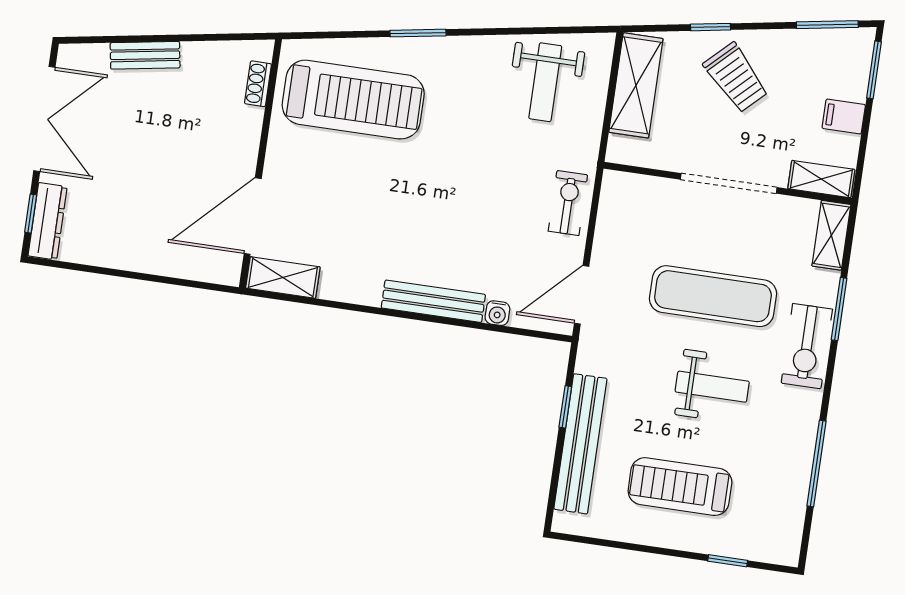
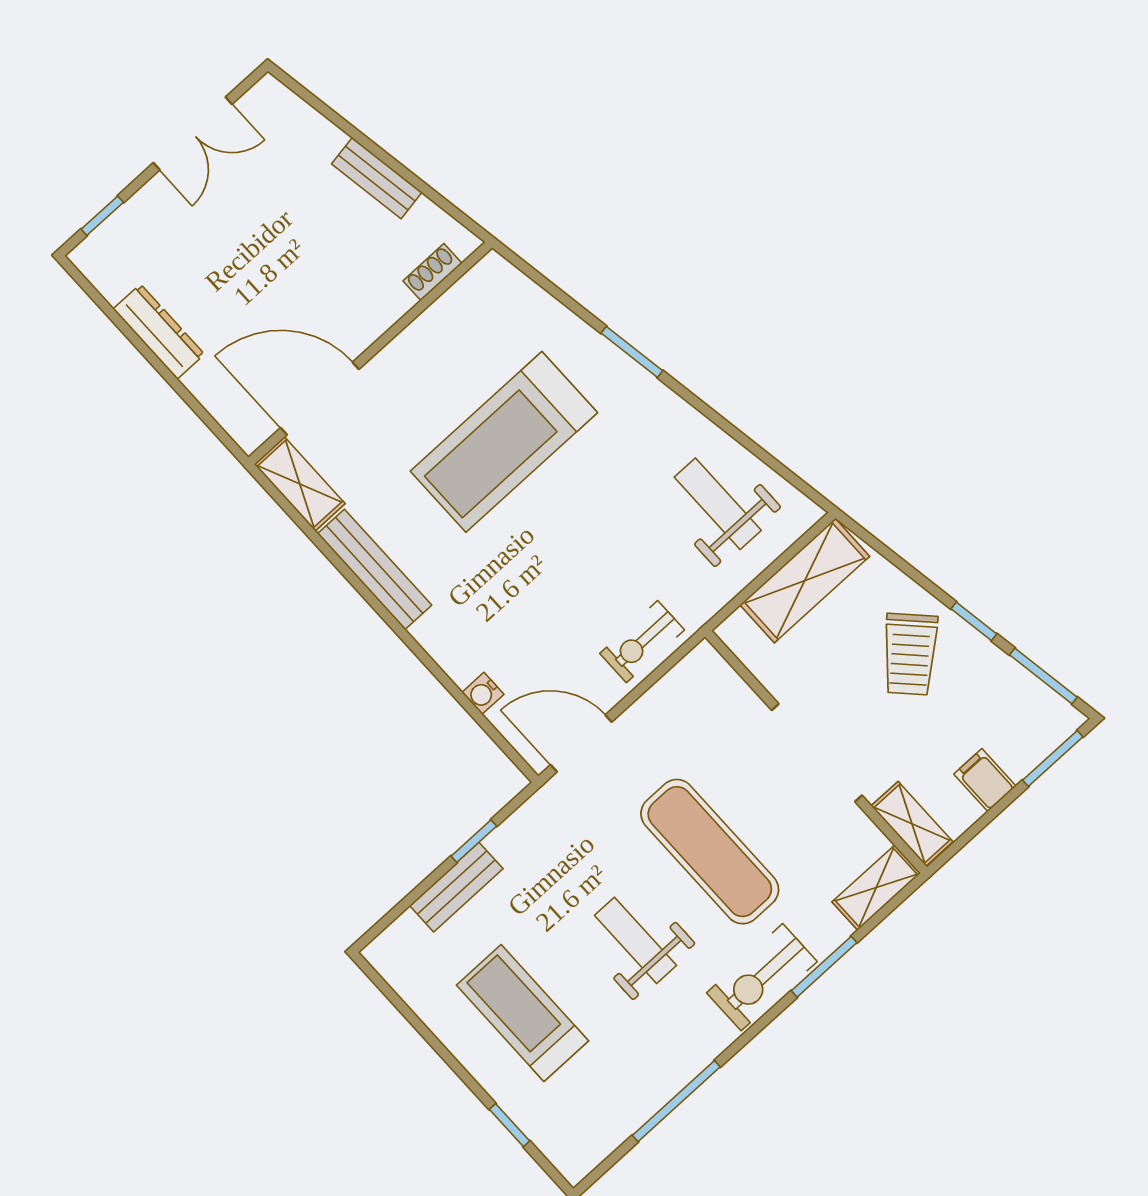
window: (711, 27) -> (974, 621), moved
bench: (145, 55) -> (377, 178), moved
weight bench: (545, 82) -> (718, 504), turned 90
treadmill: (353, 100) -> (504, 442), moved, turned 90
double door: (44, 119) -> (193, 133), width x0.73
exercise bike: (568, 203) -> (642, 642), turned 180
dresser: (48, 221) -> (159, 332), moved, turned -90
bench: (433, 301) -> (375, 569), moved
weight bench: (712, 387) -> (636, 940), turned 180
bench: (580, 444) -> (456, 887), width x0.54, depth x0.82

